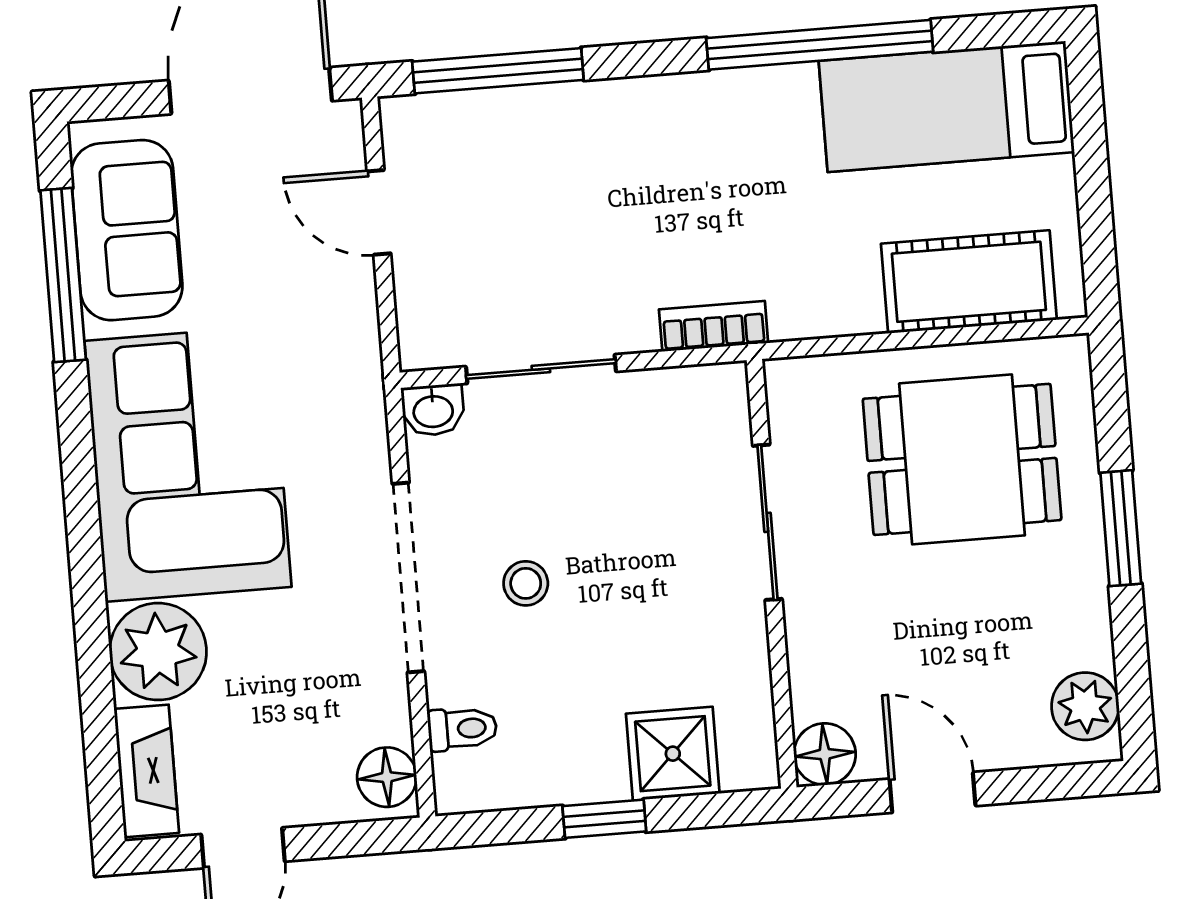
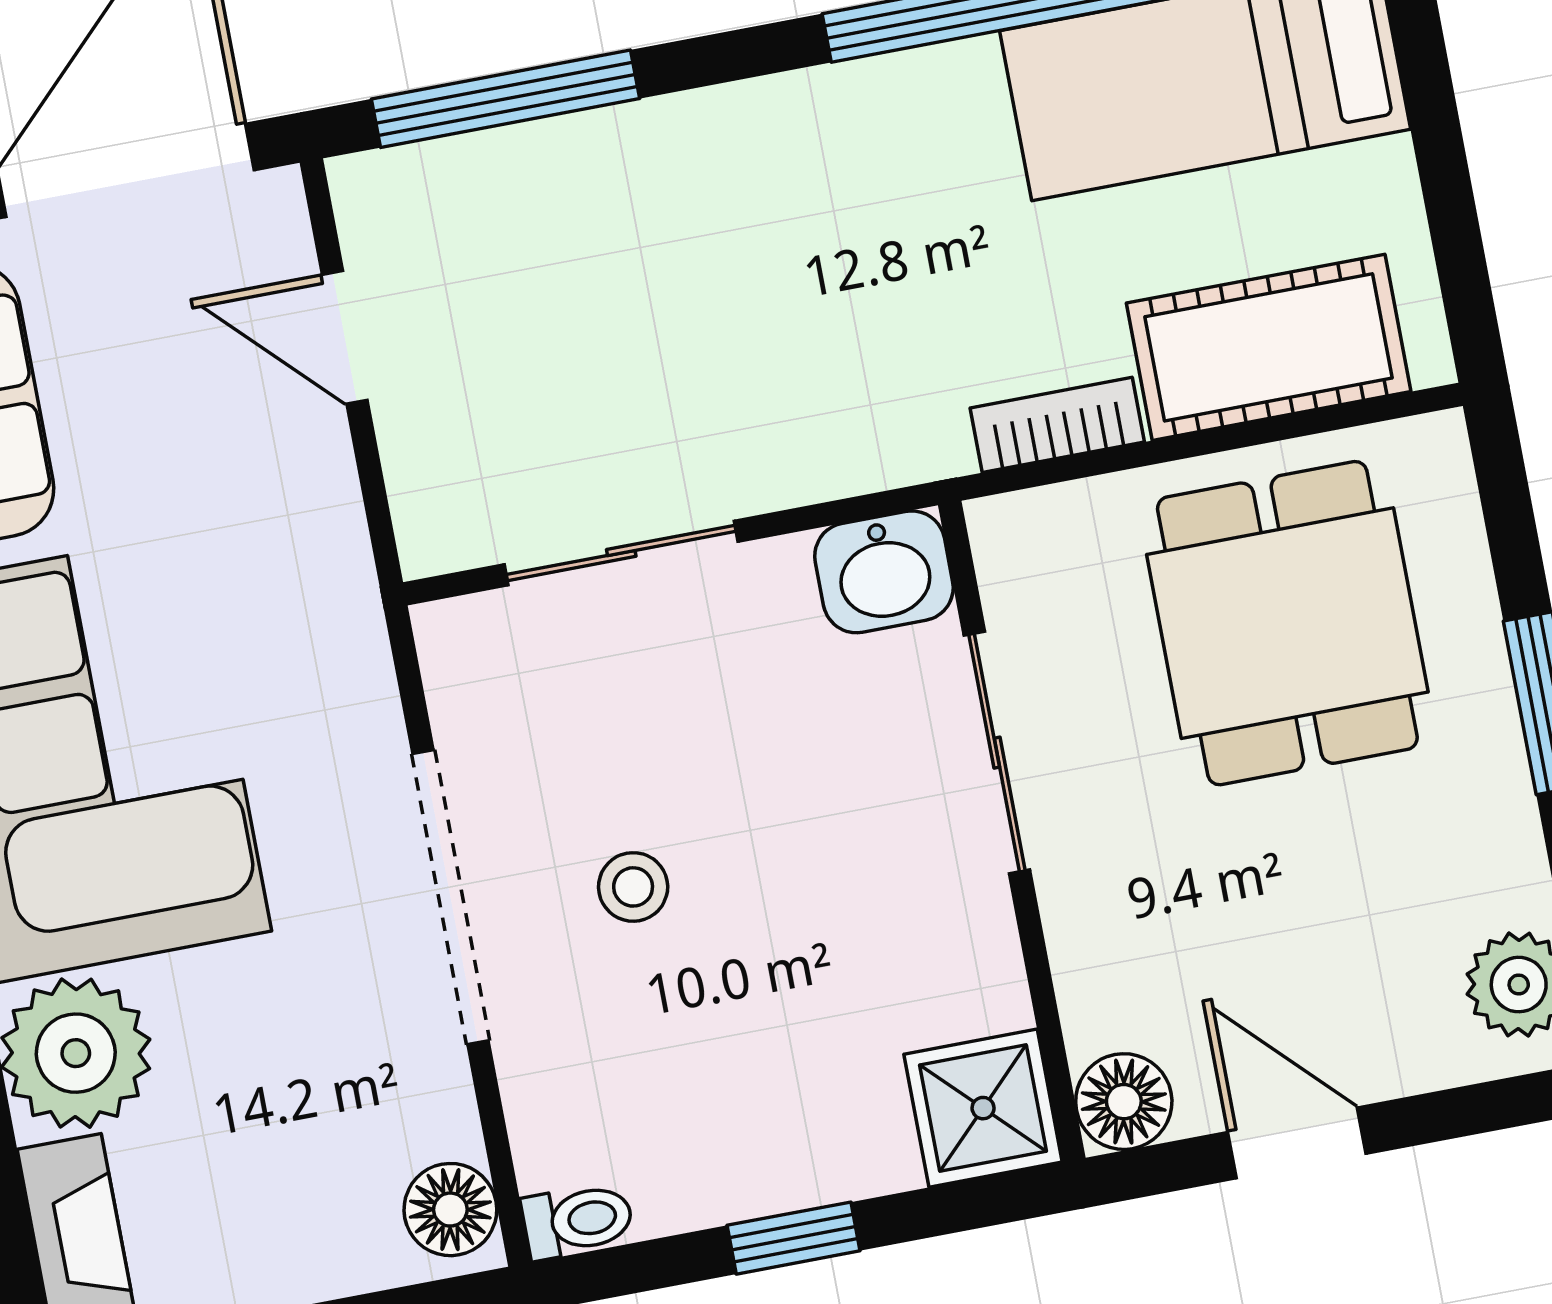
bookcase: (714, 326) -> (1057, 425), moved
washbasin: (433, 410) -> (884, 572), moved, width x1.38, depth x1.45
dining table: (962, 459) -> (1287, 623), turned 90
toilet: (462, 729) -> (578, 1221), moved
shower: (673, 754) -> (983, 1108), moved

